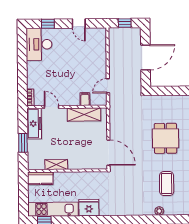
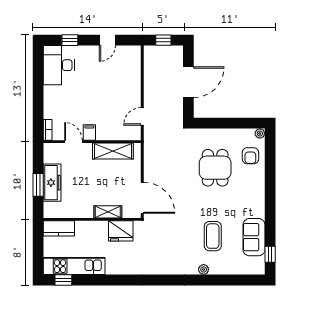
door: (79, 23) -> (107, 40), hinge flipped
filing cabinet: (85, 99) -> (89, 132), moved
freezer: (34, 124) -> (52, 183), moved
dining table: (166, 138) -> (215, 168), moved
shelving: (56, 165) -> (108, 212), moved
fridge: (89, 208) -> (121, 231), moved, turned 180

